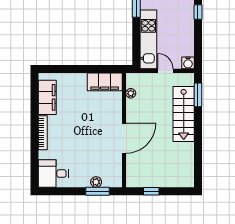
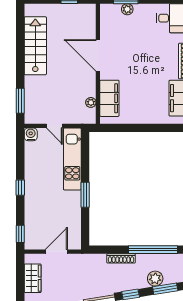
filing cabinet: (105, 82) -> (109, 98), moved, turned 90
stairs: (184, 114) -> (35, 46), moved
door: (124, 138) -> (98, 55), hinge flipped

